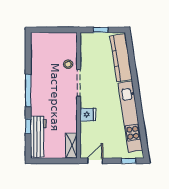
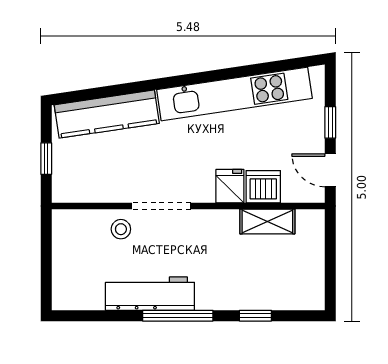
dishwasher: (88, 130) -> (263, 187), added
workbench: (38, 137) -> (150, 294), moved
shelving: (72, 146) -> (267, 222), moved
window: (128, 161) -> (330, 122), moved

